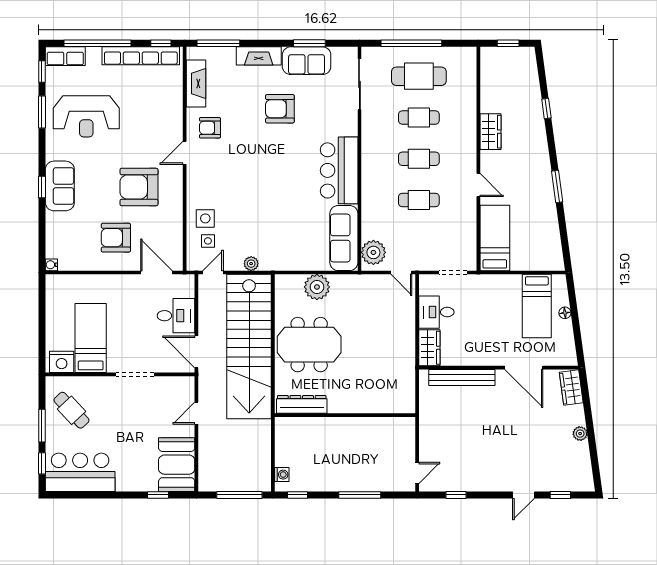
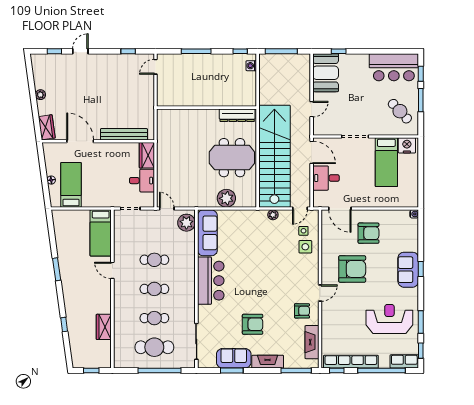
wardrobe: (490, 132) -> (104, 327), moved

